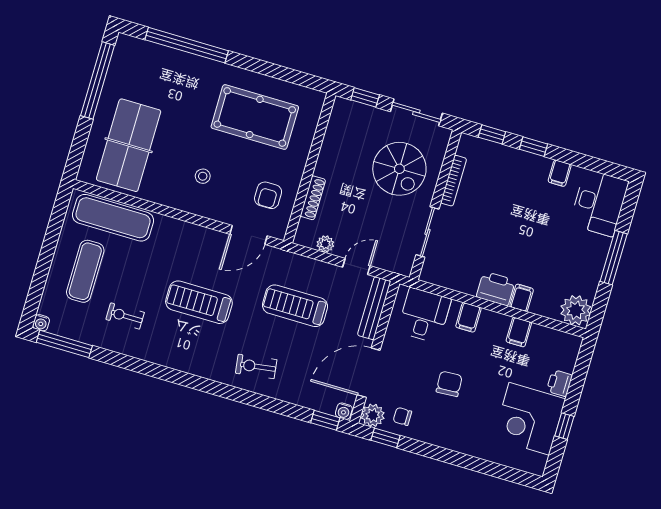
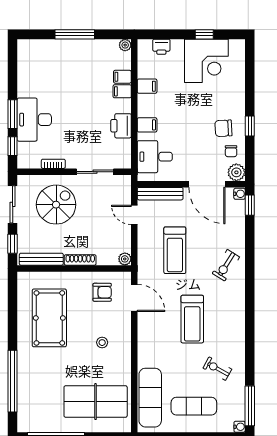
bench: (334, 129) -> (41, 259), added
window: (533, 147) -> (13, 114), width x1.50
filing cabinet: (560, 173) -> (122, 77), moved, turned 180
bookcase: (454, 181) -> (53, 164), width x0.64
shoe rack: (313, 198) -> (80, 260), moved
desk: (599, 203) -> (34, 120), moved, turned -90
plant: (325, 244) -> (125, 259), moved
printer: (496, 289) -> (121, 126), moved
plant: (576, 310) -> (125, 45), width x0.53, depth x0.53
exercise bike: (125, 316) -> (217, 369), turned 119
exercise bike: (256, 366) -> (226, 265), turned 40
printer: (559, 383) -> (161, 47), moved
chair: (449, 384) -> (223, 128), moved
window: (385, 438) -> (250, 126), moved

